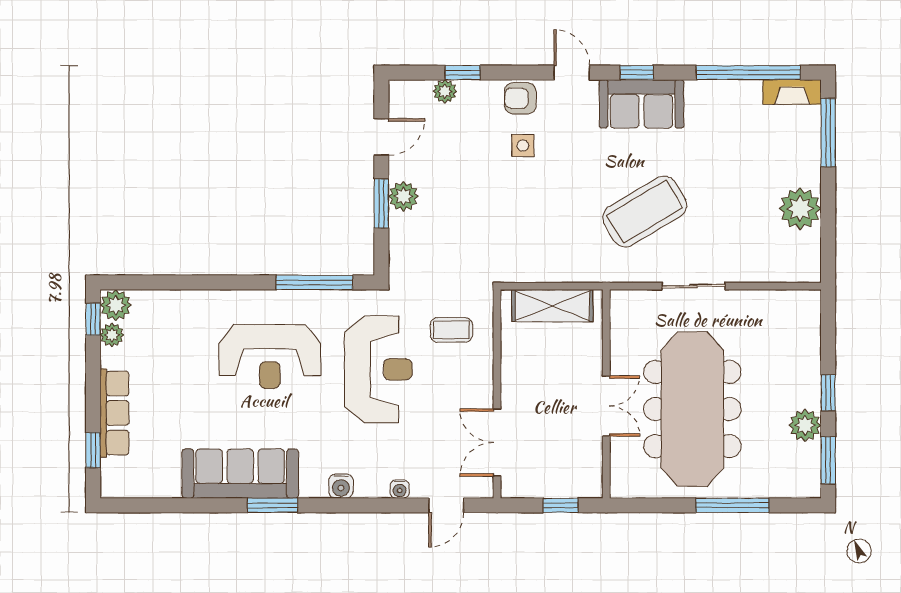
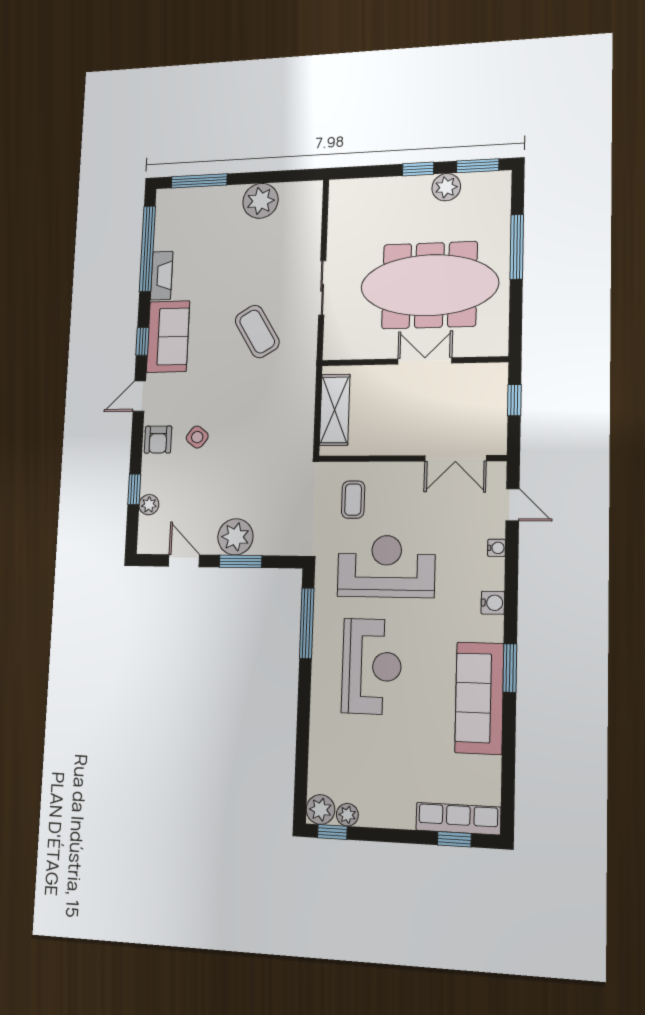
fireplace: (792, 92) -> (162, 276), moved
side table: (523, 146) -> (197, 437), turned 38
plant: (403, 196) -> (235, 537), width x1.36, depth x1.36
coffee table: (645, 211) -> (257, 332), width x0.73, depth x0.76
row of seats: (114, 413) -> (458, 819), moved

